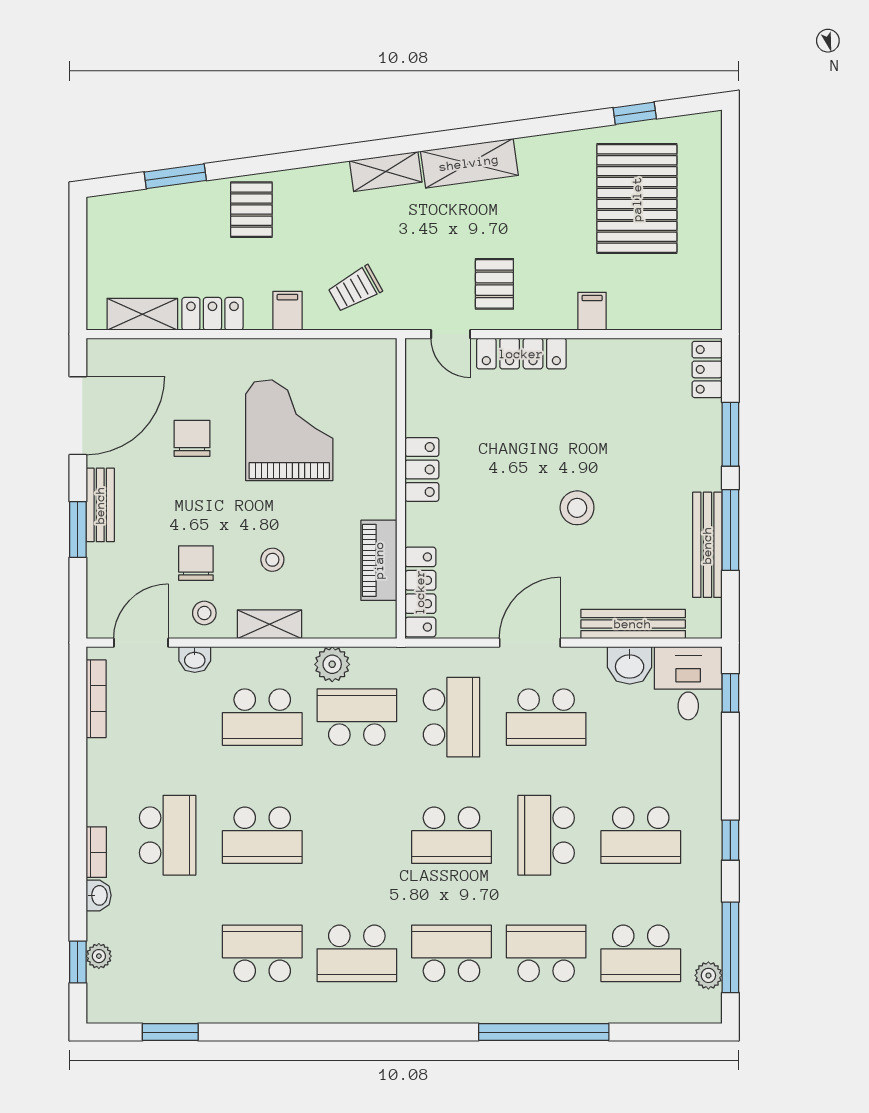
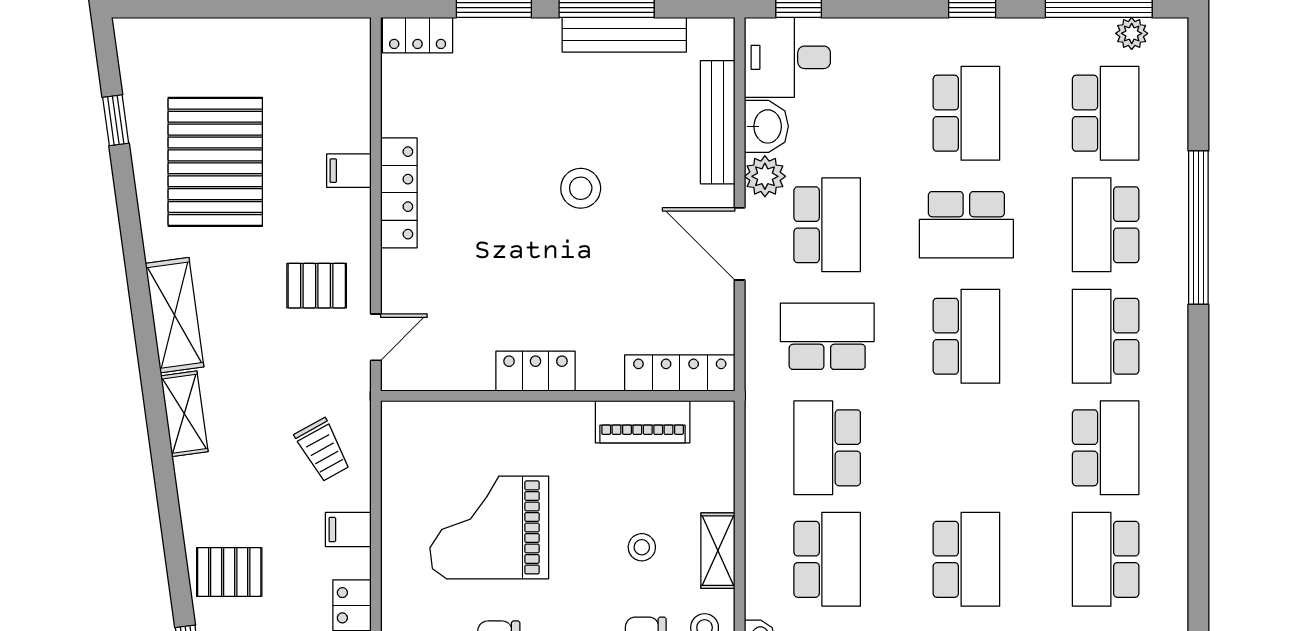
pallet: (637, 199) -> (215, 162), moved, turned 90
locker: (521, 354) -> (399, 193), moved
plant: (332, 664) -> (765, 176), moved

